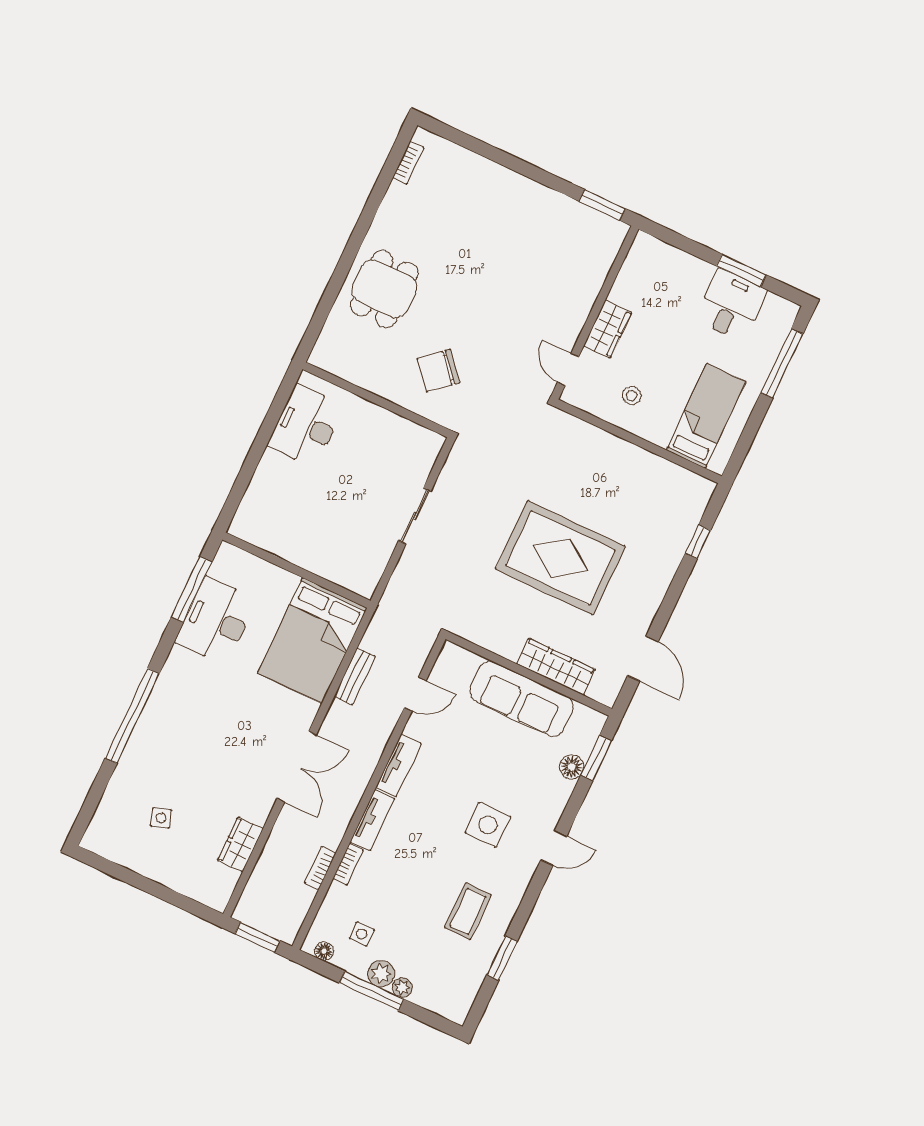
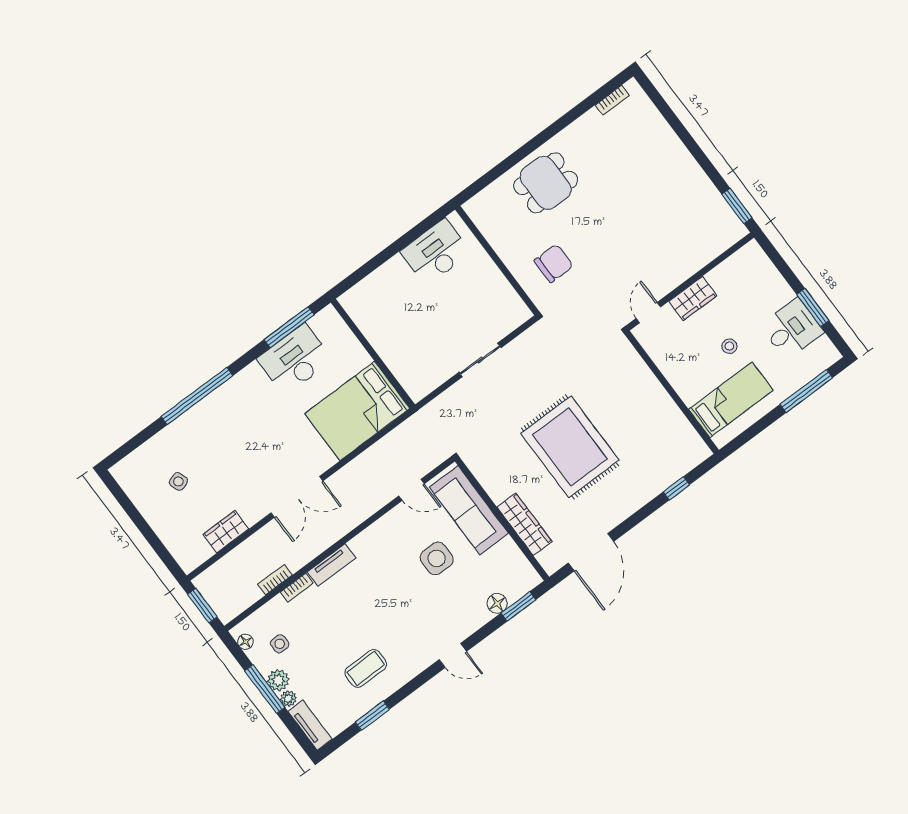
chair: (438, 371) -> (554, 263), turned 131
stool: (632, 396) -> (729, 346), moved
door: (643, 659) -> (591, 552), width x1.36
bench: (355, 676) -> (374, 453), removed
sofa: (521, 699) -> (469, 510), moved
tv unit: (399, 765) -> (310, 725), moved, turned -90
side table: (488, 825) -> (437, 558), moved

